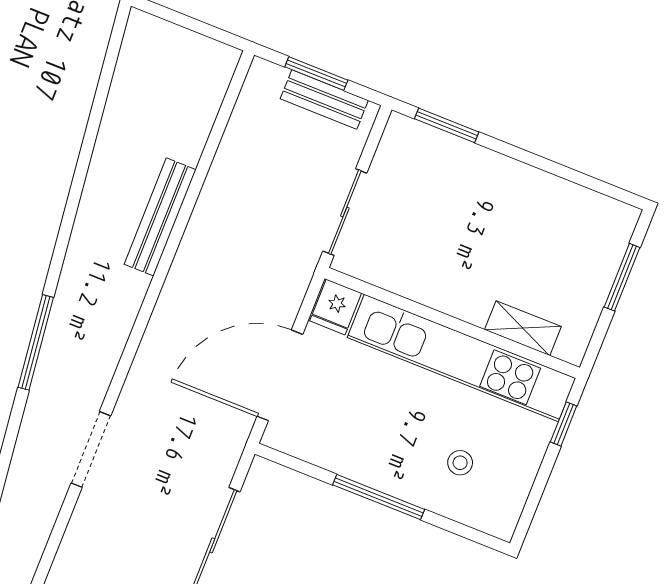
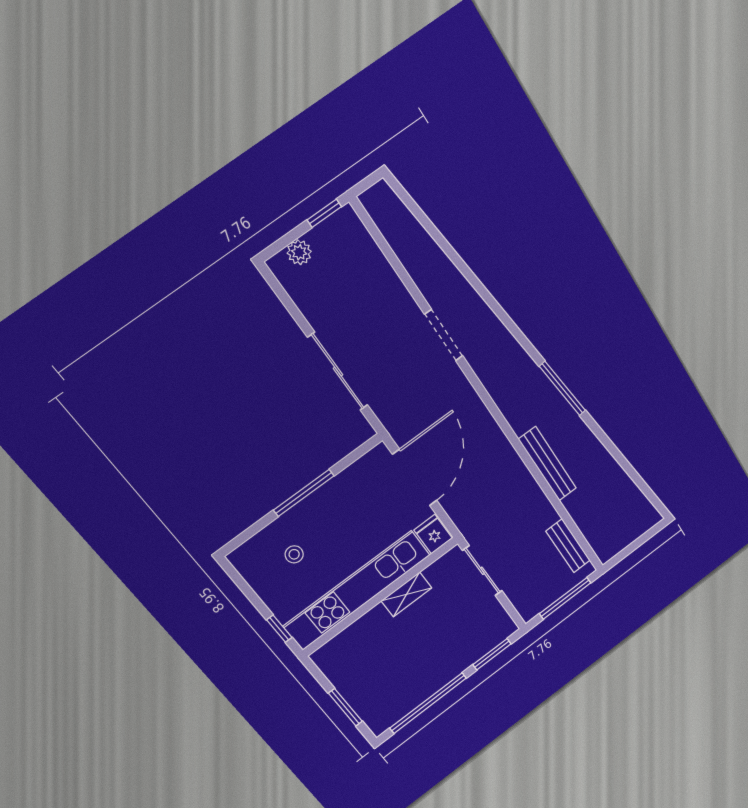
window: (316, 73) -> (565, 598), width x1.44
bench: (324, 100) -> (568, 546), moved, turned 90
window: (559, 170) -> (428, 703), added
shelving: (523, 328) -> (406, 594), moved
window: (36, 342) -> (562, 388), moved

